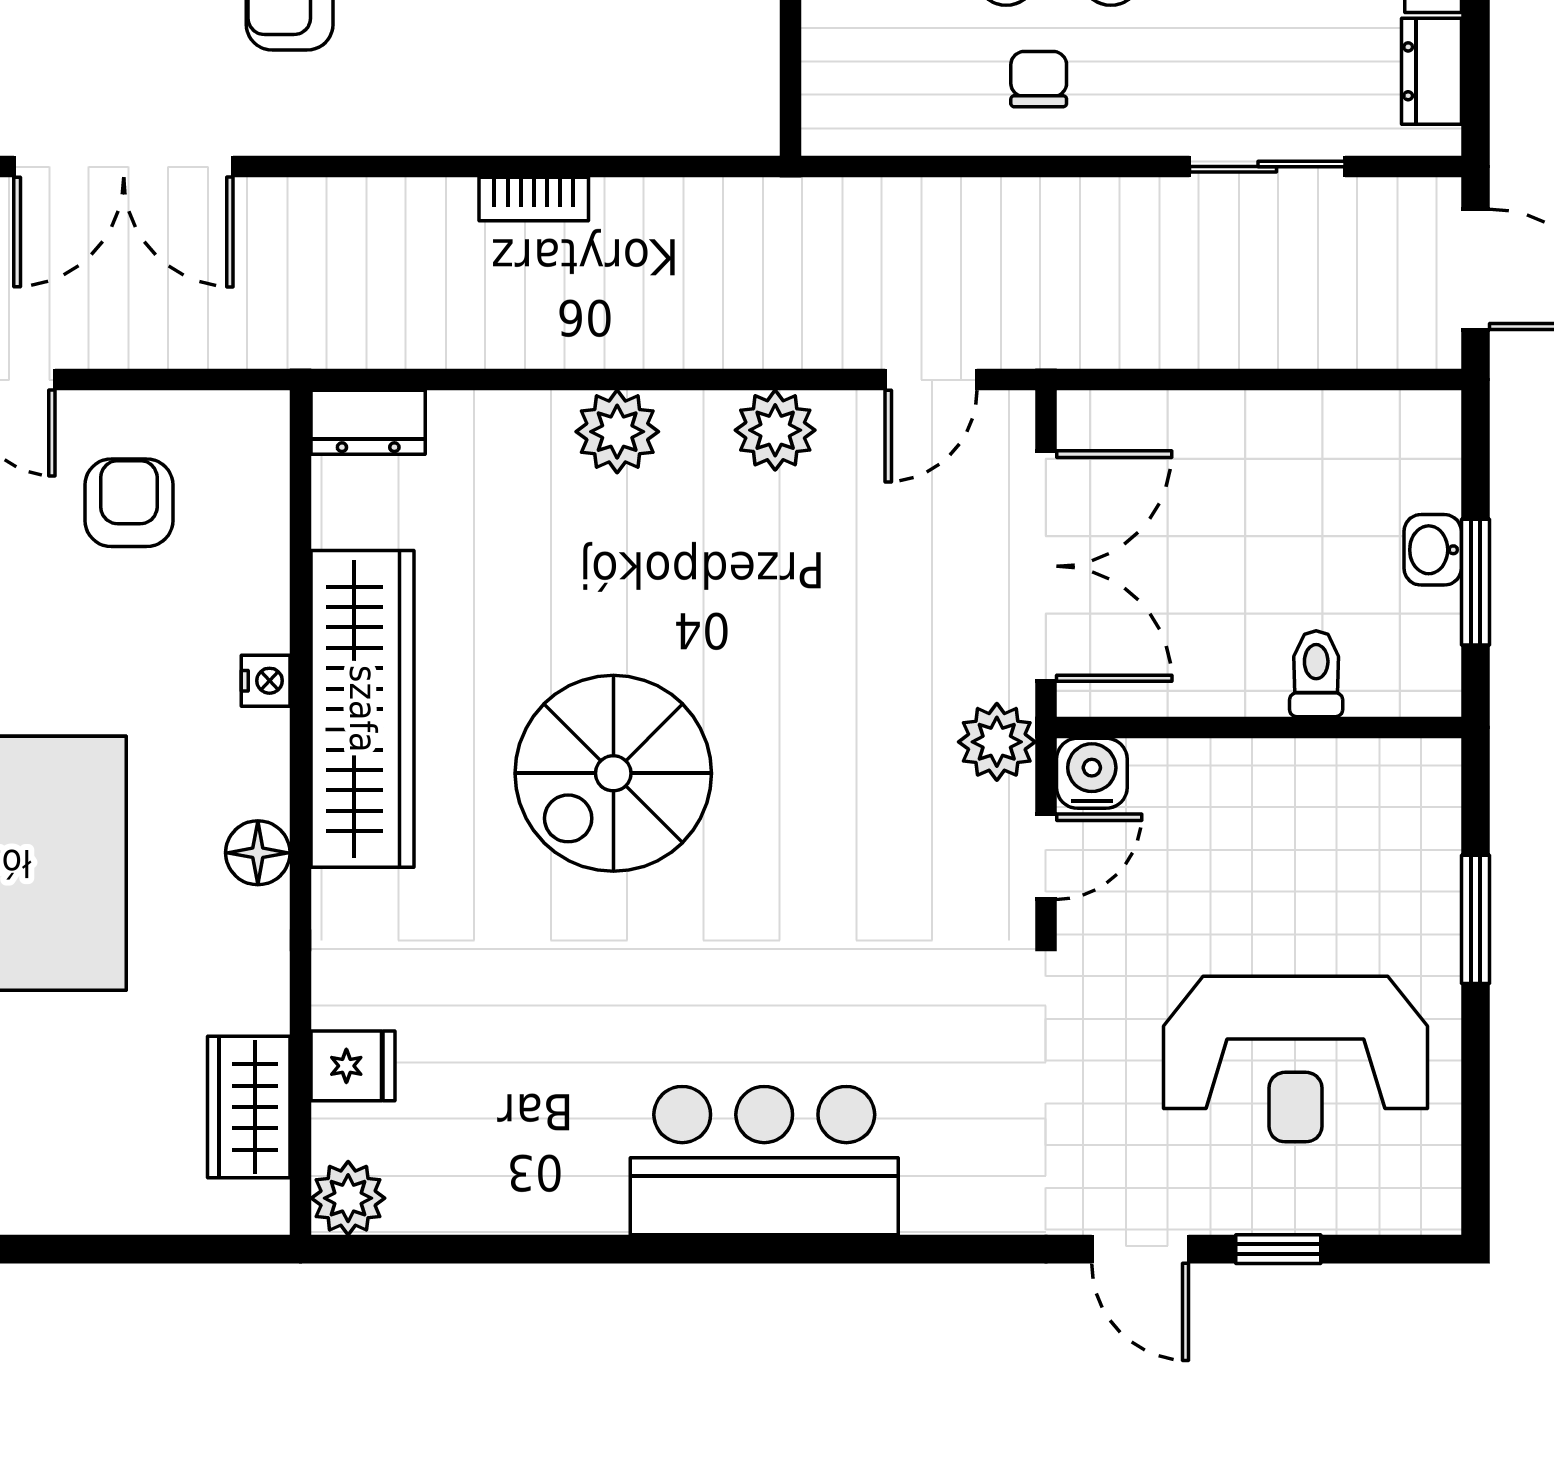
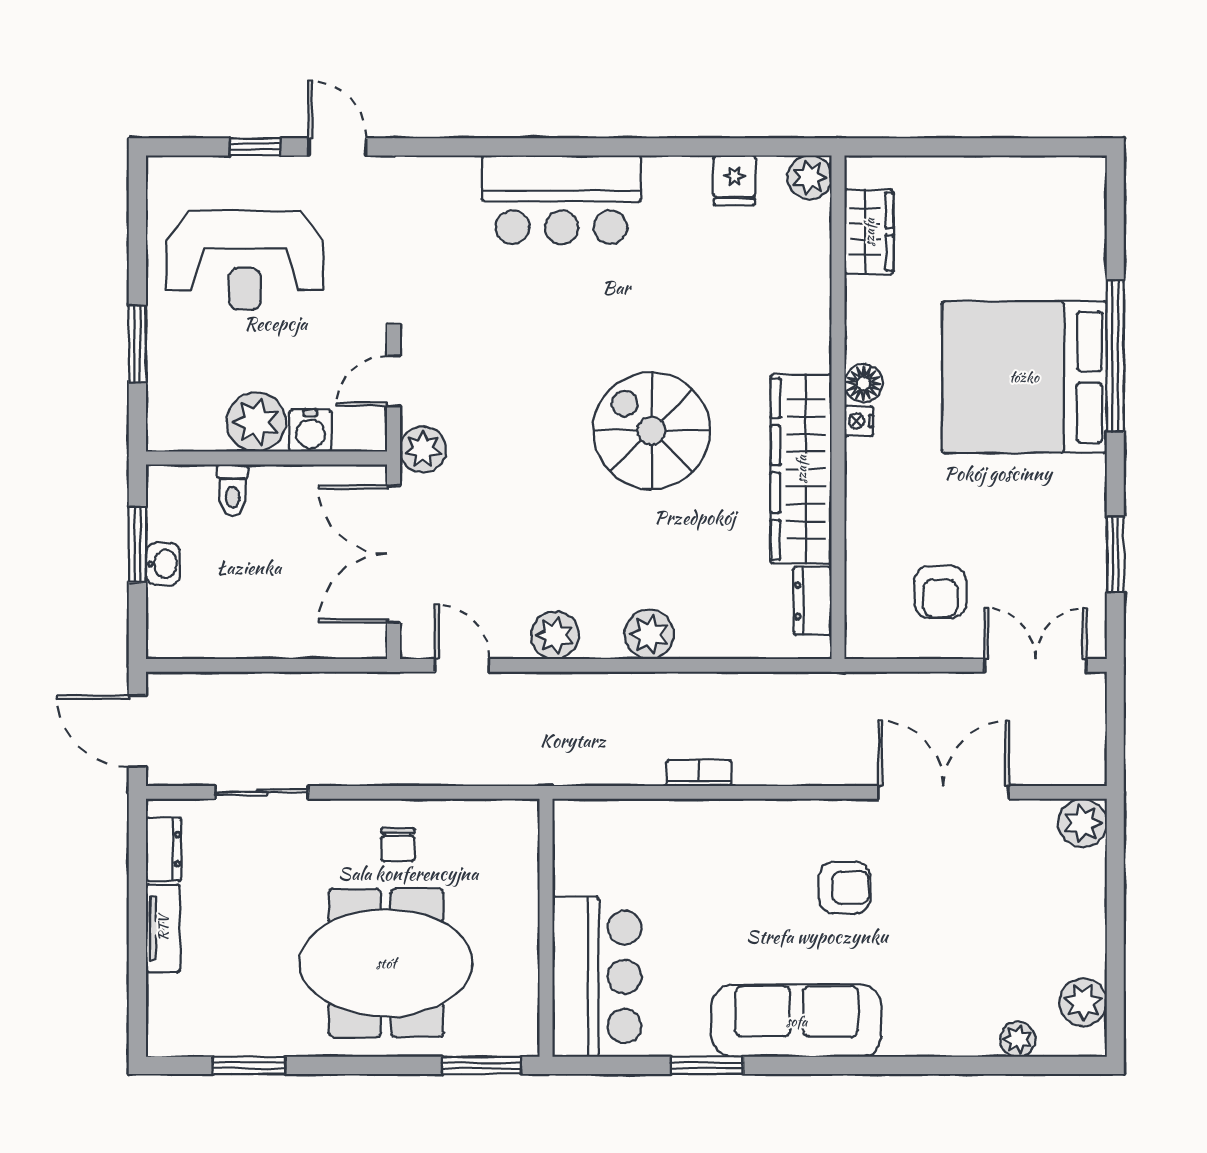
door: (931, 380) -> (462, 665), hinge flipped
dresser: (368, 422) -> (813, 601), moved, turned -90
nightstand: (266, 681) -> (859, 421), moved
spiral stairs: (613, 773) -> (652, 431), turned -90
water cooler: (1092, 773) -> (310, 431), moved
plant: (1276, 788) -> (256, 422), added
reception desk: (1295, 1059) -> (245, 260), turned 180
fridge: (353, 1066) -> (734, 180), moved, turned -90

